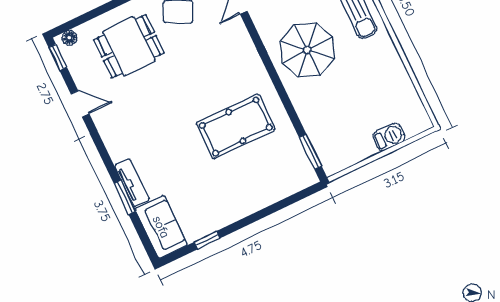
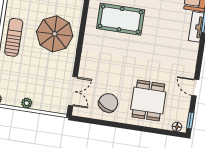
dining table: (129, 46) -> (148, 101), turned 90

